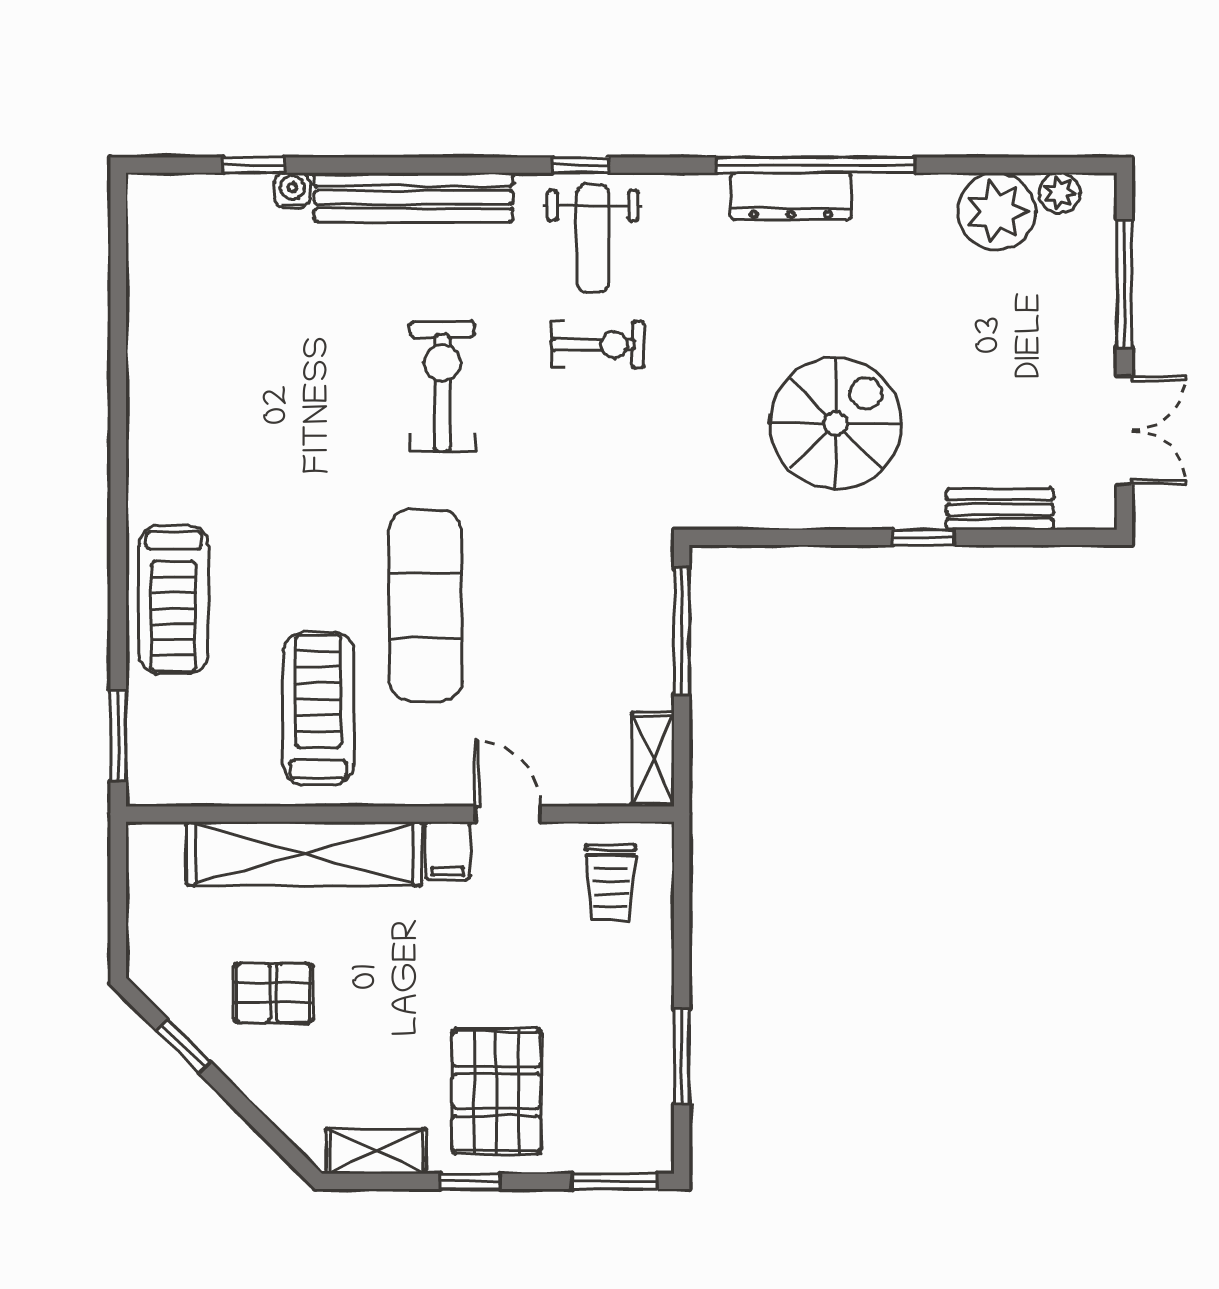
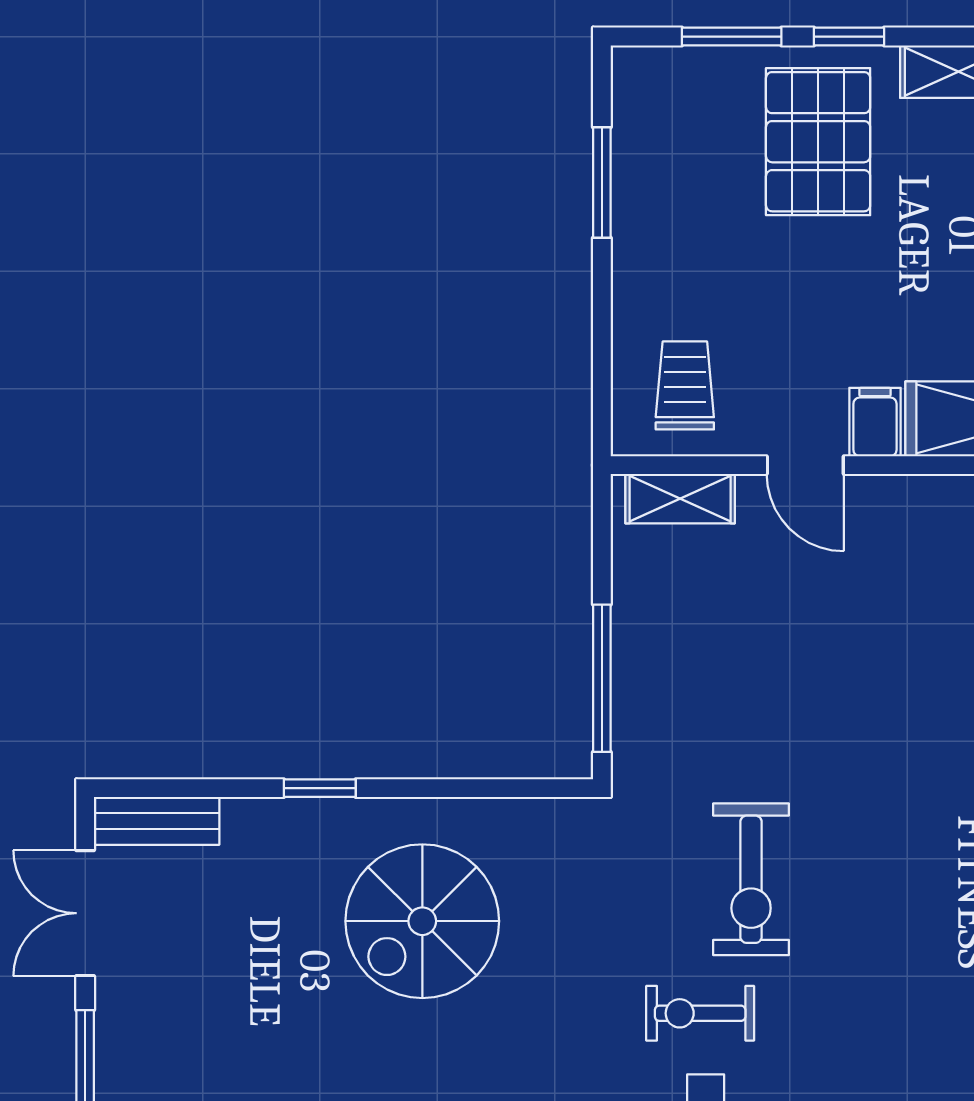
exercise bike: (442, 386) -> (751, 879), moved
bench: (1000, 509) -> (157, 821), moved
exercise mat: (426, 606) -> (901, 708), removed
shelving: (653, 760) -> (680, 499), moved, turned 90
window: (615, 1181) -> (732, 37), moved

